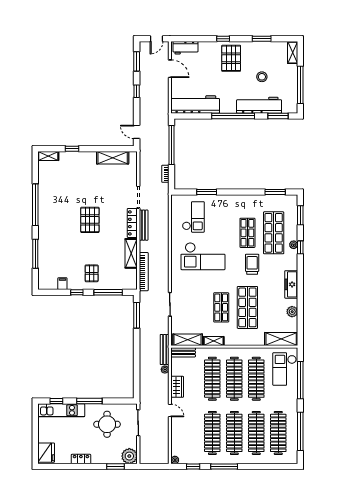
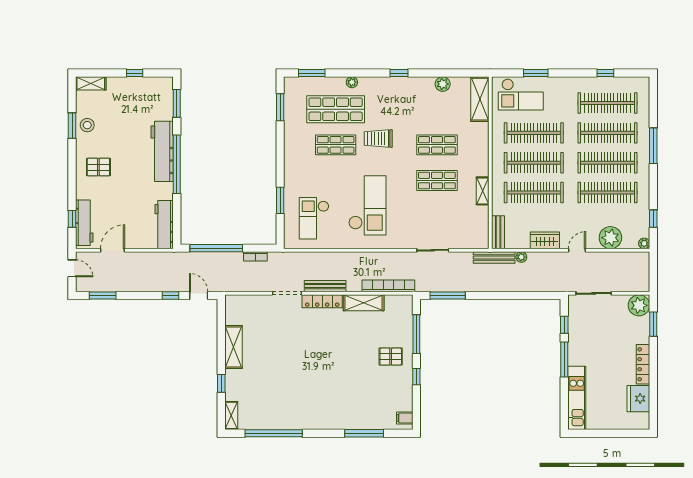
window: (223, 39) -> (72, 219), moved
workbench: (186, 48) -> (84, 223), width x1.38
pallet: (231, 58) -> (98, 167), width x0.67, depth x0.71
stool: (262, 77) -> (87, 125), moved
window: (300, 85) -> (135, 73), width x0.32
window: (137, 91) -> (171, 295), moved
workbench: (195, 104) -> (164, 225), width x0.73, depth x0.76
workbench: (259, 105) -> (162, 151), moved
door: (137, 132) -> (199, 295), swing flipped
shelving: (113, 158) -> (234, 347), moved
window: (35, 205) -> (274, 433), moved
checkout: (193, 217) -> (314, 218), turned -90
pallet: (90, 220) -> (318, 359), removed
window: (300, 247) -> (399, 73), moved
filing cabinet: (62, 284) -> (405, 418), moved
freezer: (291, 284) -> (406, 85), removed
shop shelf: (247, 307) -> (437, 145), width x0.70, depth x0.74
shelving: (188, 340) -> (481, 226), removed
window: (300, 380) -> (536, 73), width x0.47
window: (56, 401) -> (564, 325), moved
round table: (107, 424) -> (596, 336), removed
window: (300, 431) -> (605, 73), width x0.32
plant: (179, 435) -> (610, 238), added
fridge: (46, 453) -> (638, 399), moved, turned -90
locker: (81, 459) -> (643, 364), width x1.53
window: (224, 467) -> (653, 146), moved

